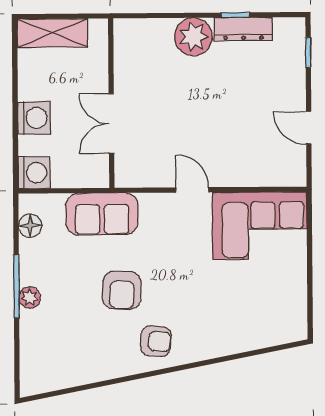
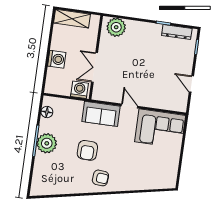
dresser: (243, 29) -> (177, 32), moved
plant: (193, 37) -> (116, 27), moved
washing machine: (34, 173) -> (79, 90), moved, turned -90
sofa: (102, 214) -> (101, 114), moved
plant: (30, 297) -> (47, 143), width x1.87, depth x1.87

